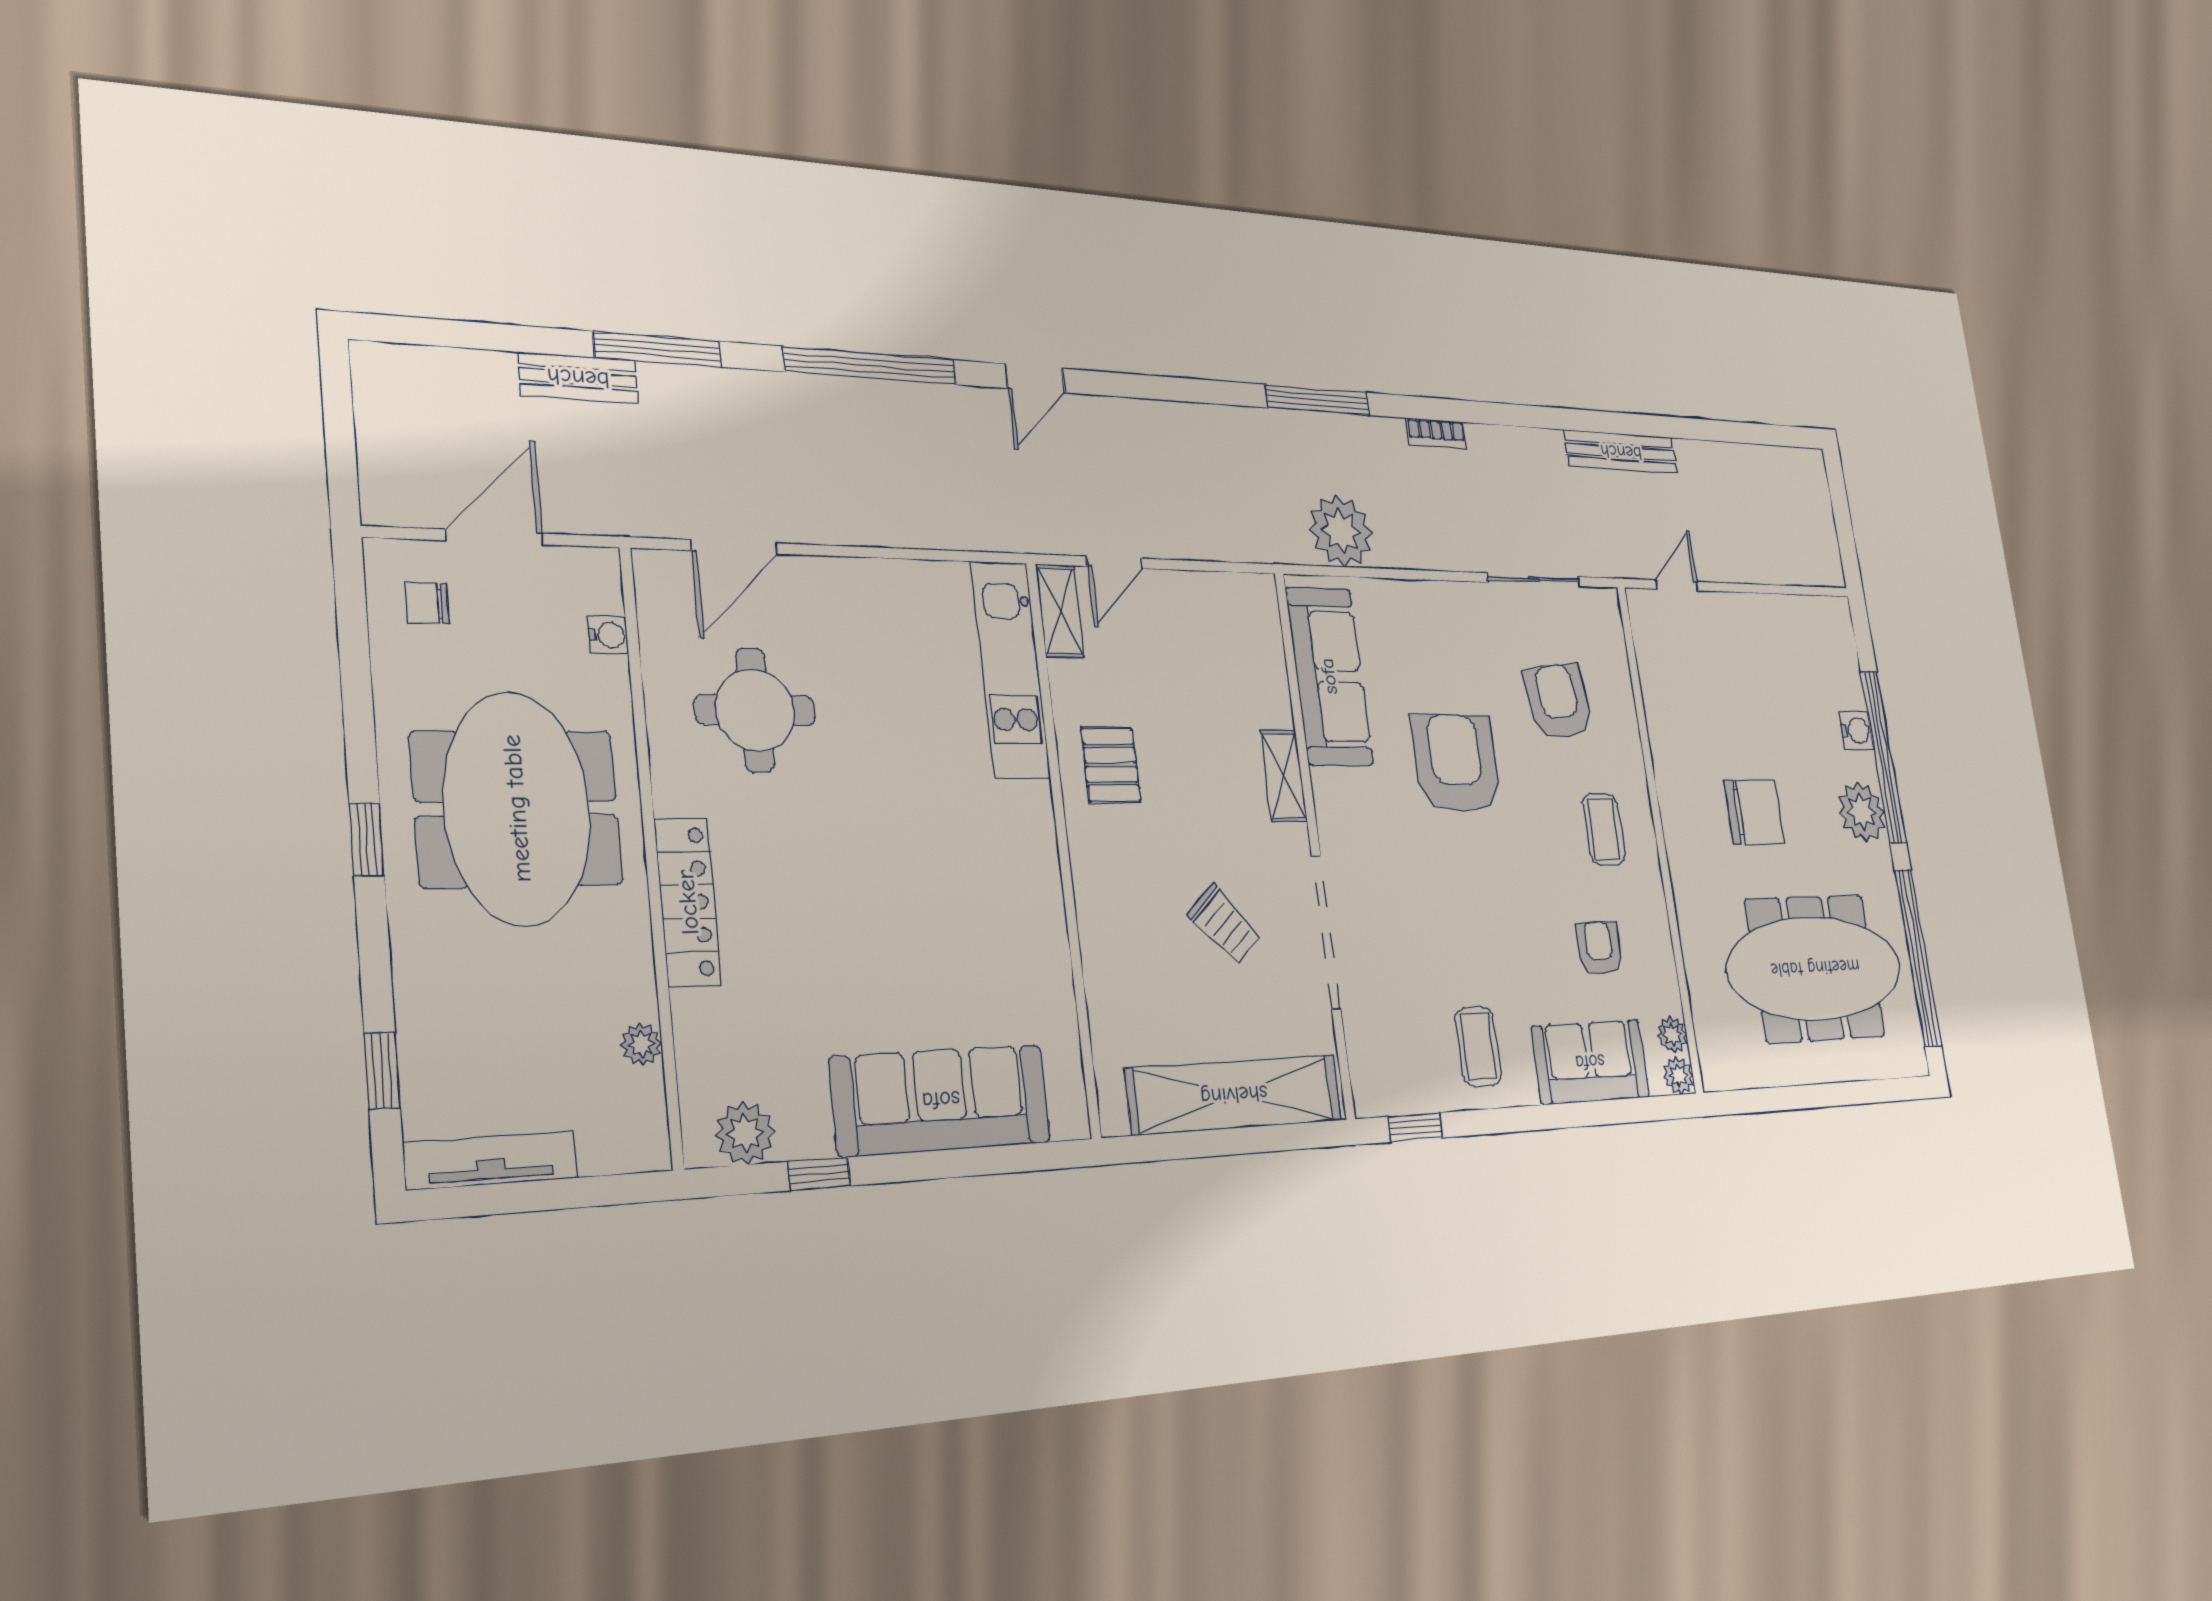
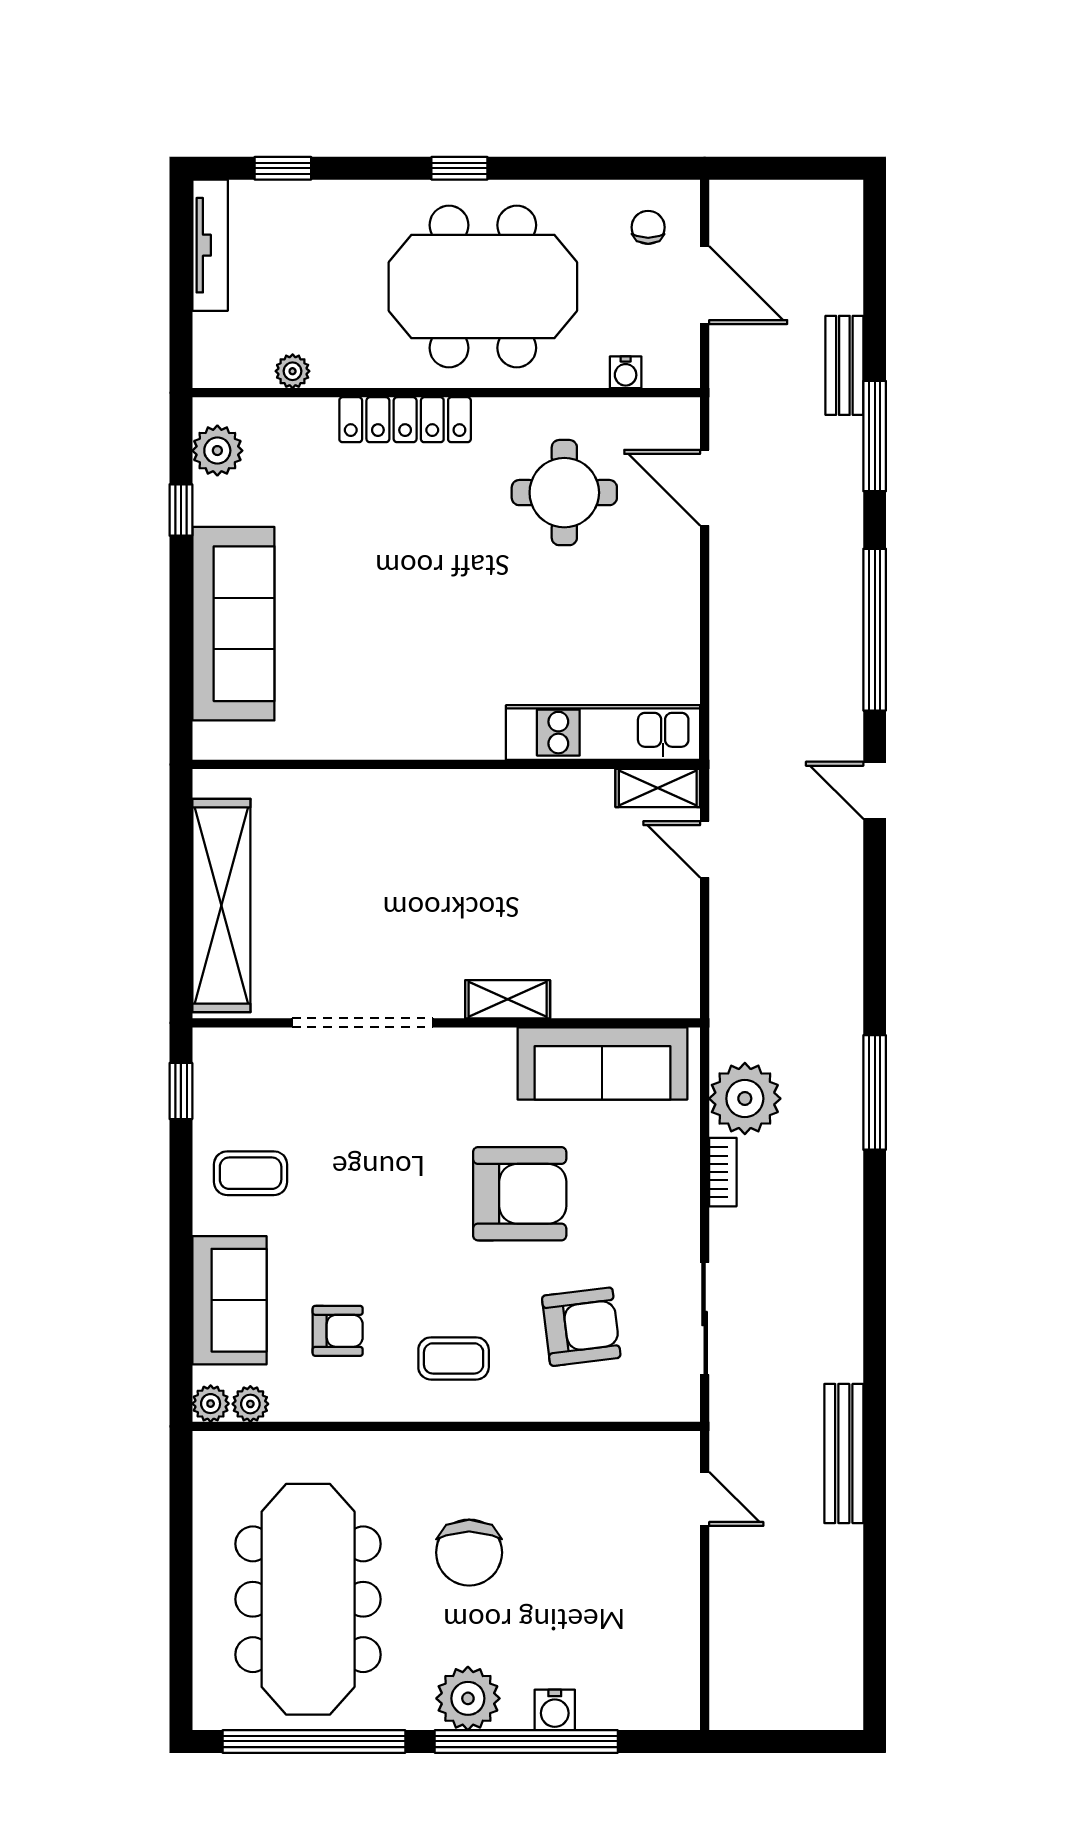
bookcase: (1436, 433) -> (723, 1172), moved, turned 180
pallet: (1111, 765) -> (518, 821), removed
trolley: (1224, 925) -> (372, 917), removed

